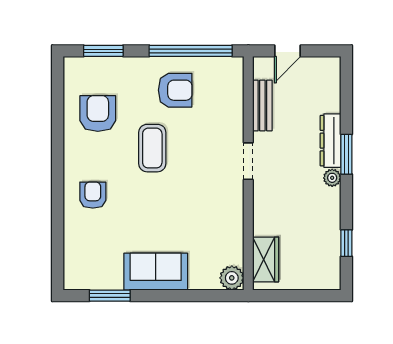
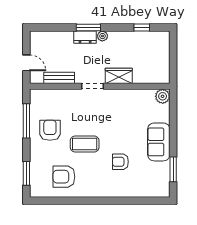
window: (191, 51) -> (26, 121), width x0.68
dresser: (330, 141) -> (85, 37), width x0.70
armchair: (93, 195) -> (120, 162), moved
wardrobe: (266, 259) -> (119, 76), moved

